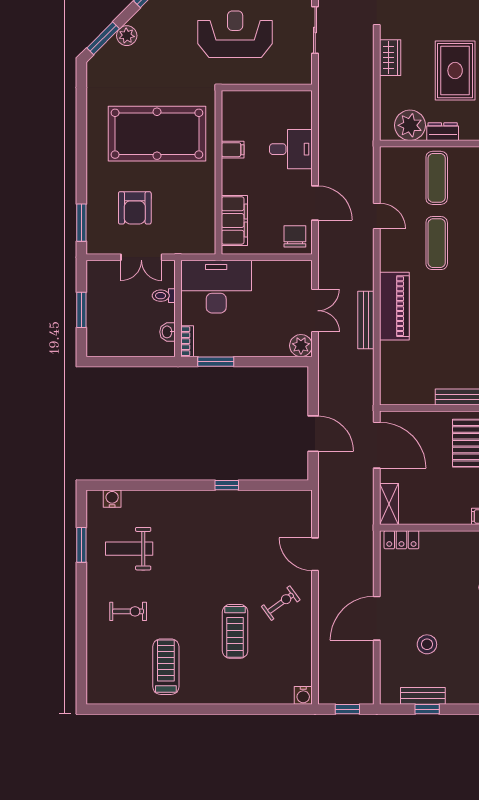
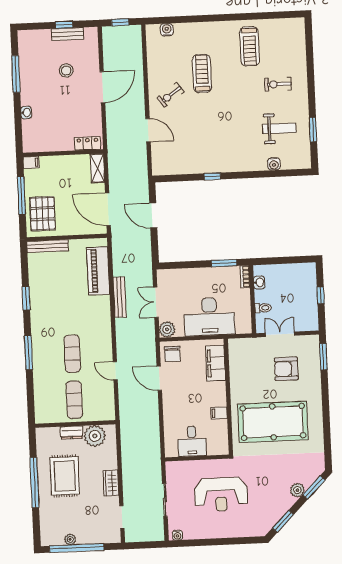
desk: (291, 149) -> (192, 441), moved, turned -90
armchair: (135, 208) -> (286, 369), turned -90
desk: (216, 287) -> (209, 317), moved
piano: (394, 306) -> (98, 271), moved
window: (81, 310) -> (321, 295), width x0.67
plant: (301, 346) -> (167, 329), moved
water cooler: (112, 499) -> (274, 164), moved
water cooler: (303, 695) -> (167, 30), moved

